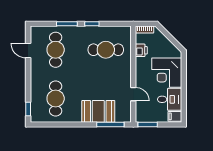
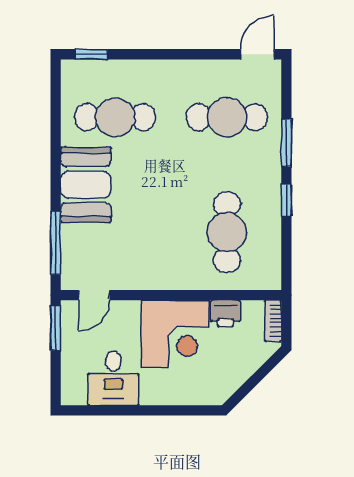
door: (28, 51) -> (257, 54), moved
corner desk: (167, 73) -> (175, 334), moved, turned 180
door: (133, 94) -> (94, 295), moved
booth: (98, 111) -> (86, 185), moved
filing cabinet: (175, 116) -> (74, 390), removed

